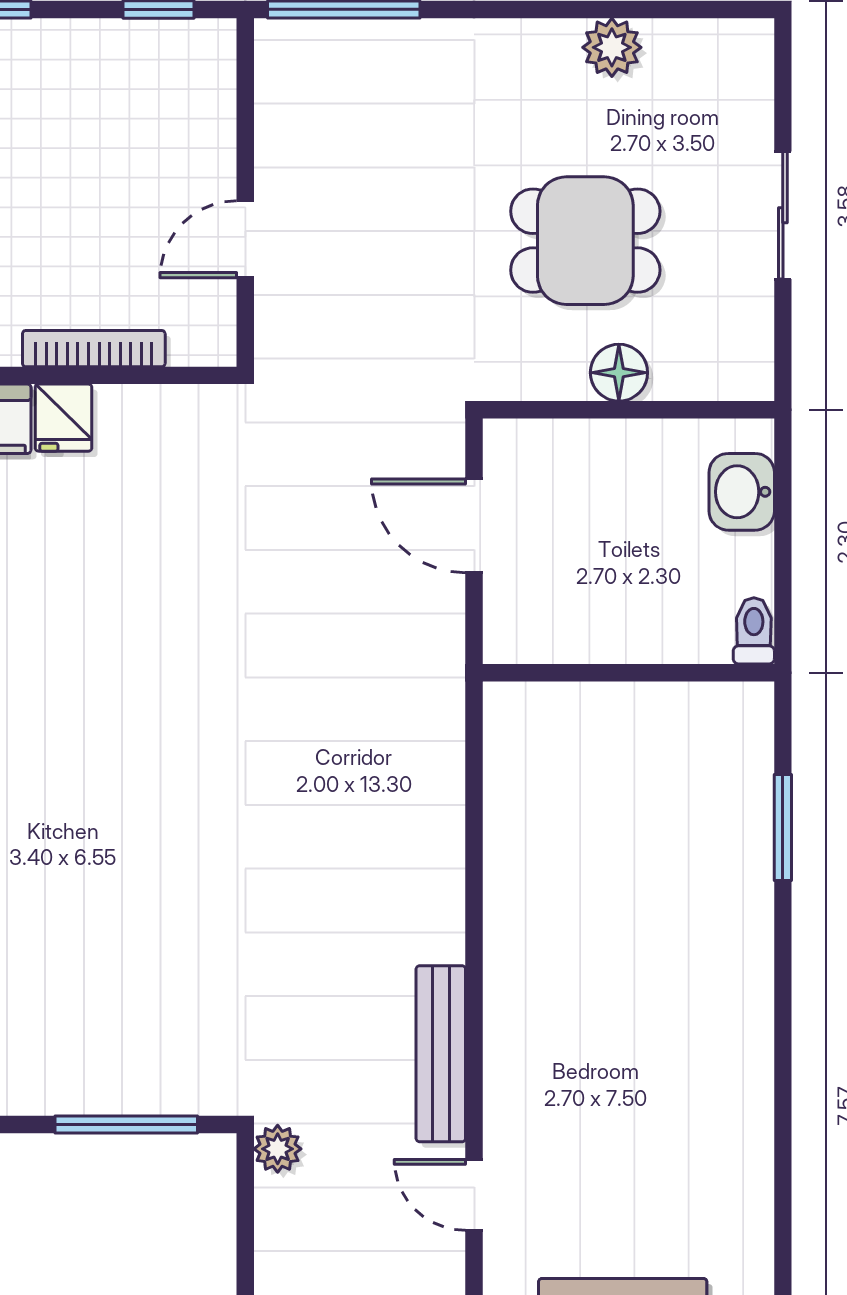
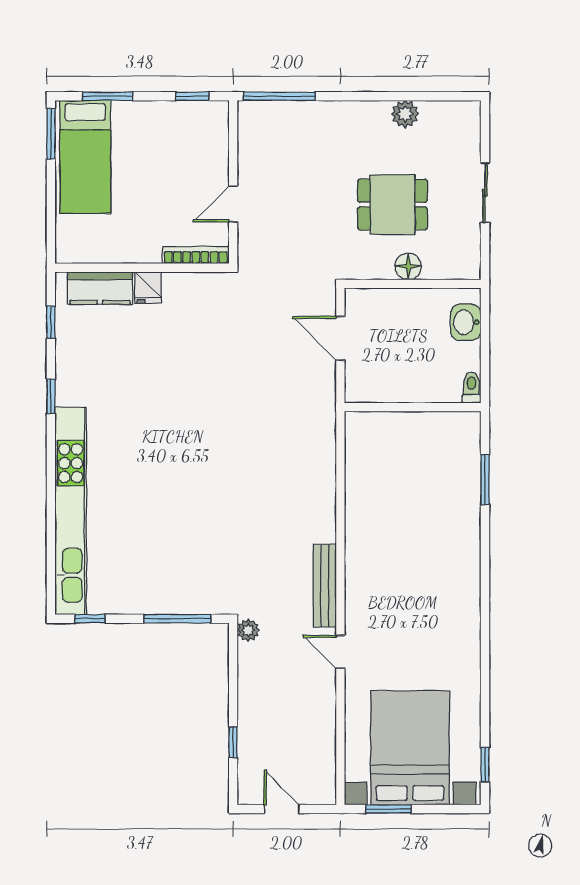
bookcase: (94, 349) -> (196, 255), moved

